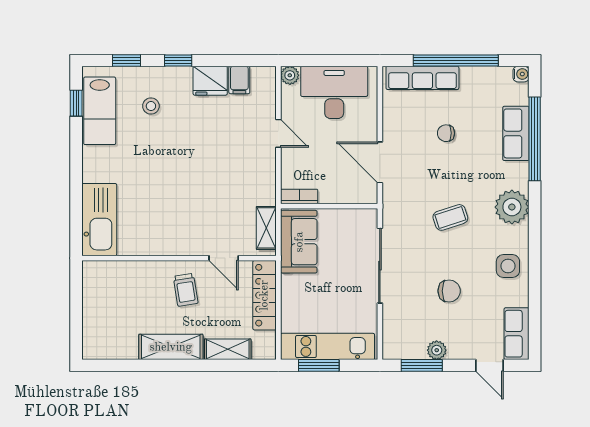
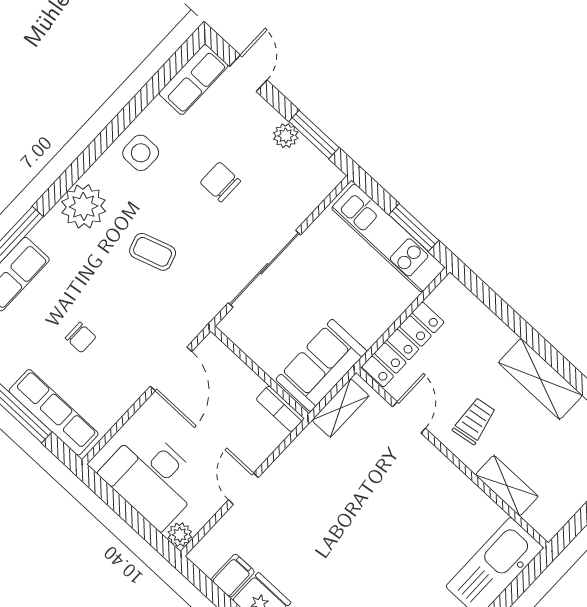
shelving: (228, 349) -> (507, 486), moved

